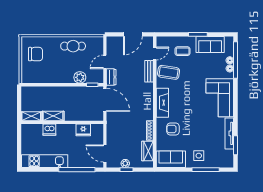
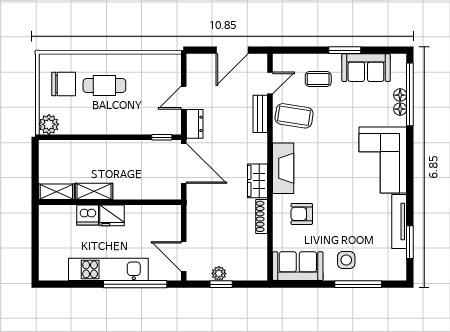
cafe table: (73, 46) -> (104, 86), moved
plant: (80, 77) -> (49, 124), moved
fridge: (83, 130) -> (112, 215), moved
wardrobe: (148, 151) -> (258, 181), moved
kitchen unit: (45, 161) -> (108, 269), moved

